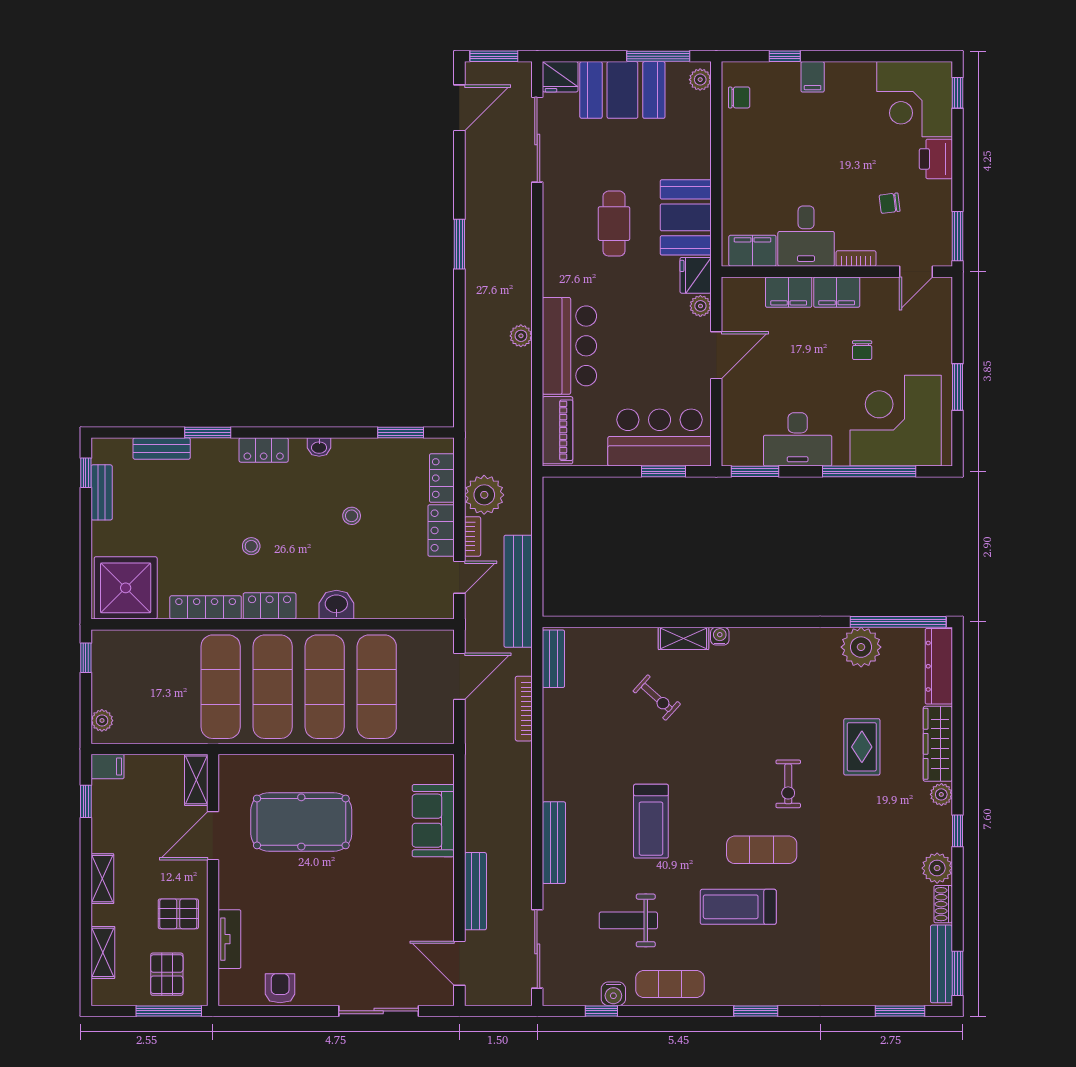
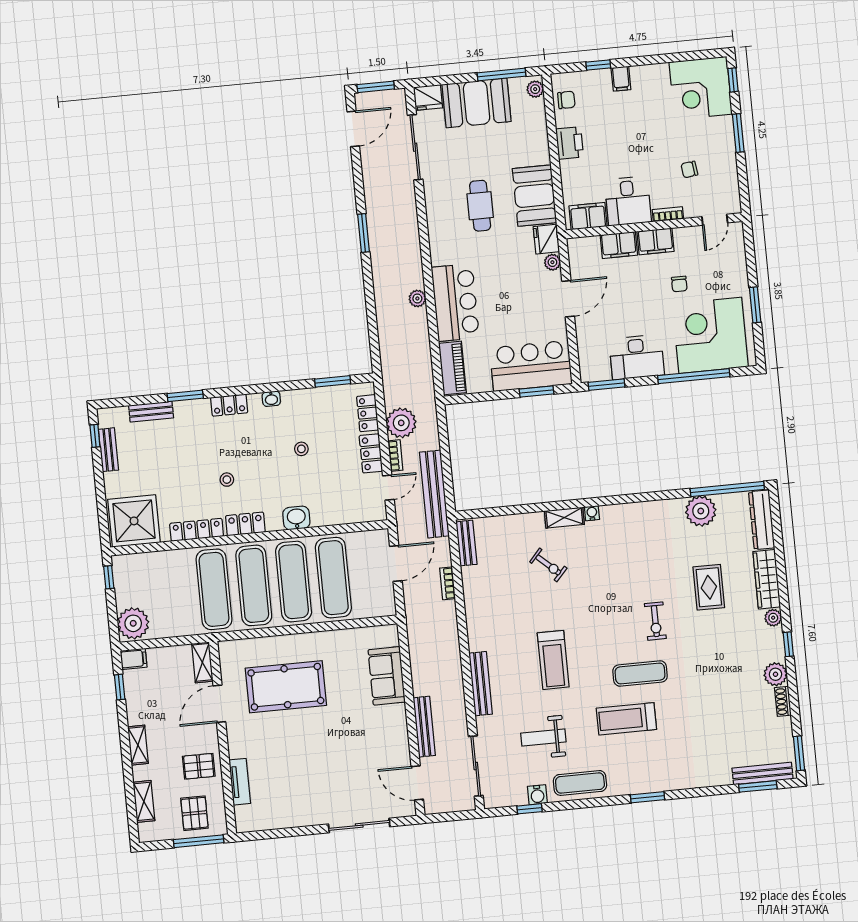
printer: (936, 159) -> (570, 143), moved, turned 180
window: (958, 236) -> (738, 133), moved
bookcase: (524, 709) -> (447, 583), width x0.64
plant: (102, 720) -> (133, 623), width x1.88, depth x1.88
bench: (941, 964) -> (763, 773), moved, turned 90
armchair: (280, 988) -> (282, 815), removed

